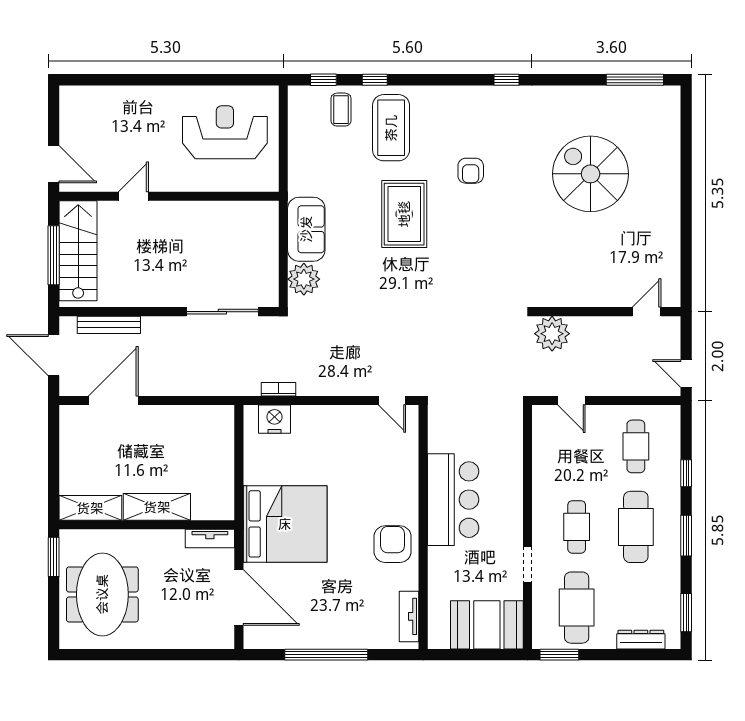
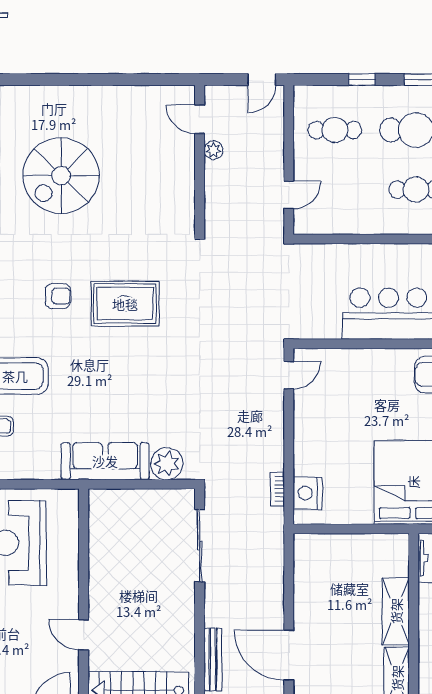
rug: (404, 214) -> (125, 304), moved
sofa: (306, 229) -> (105, 461), width x1.36
plant: (552, 334) -> (213, 150), moved, width x0.53, depth x0.53

